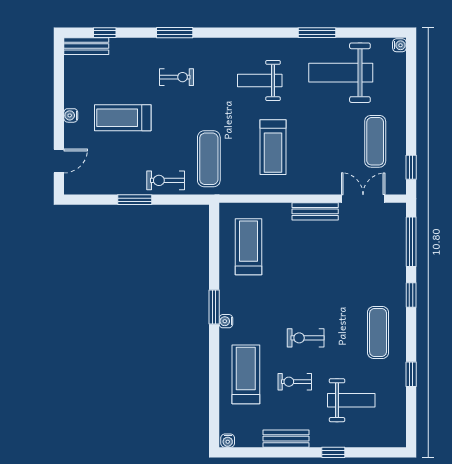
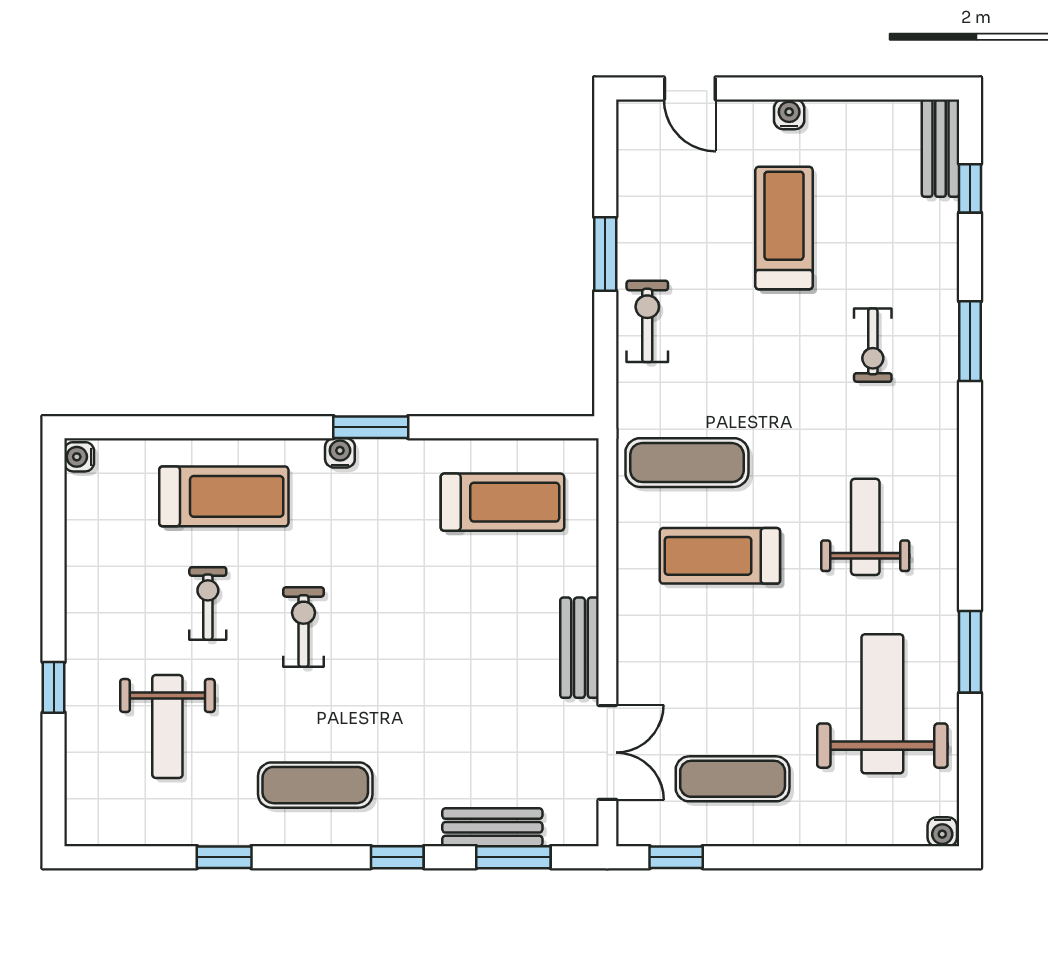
exercise mat: (209, 159) -> (687, 463), moved
window: (411, 242) -> (513, 857), width x0.69
bench: (286, 439) -> (492, 827), moved, turned 90

